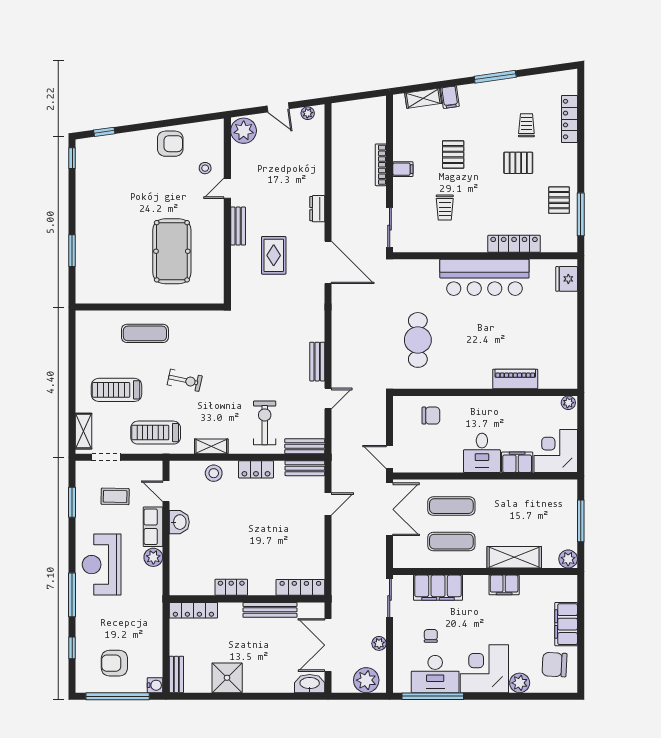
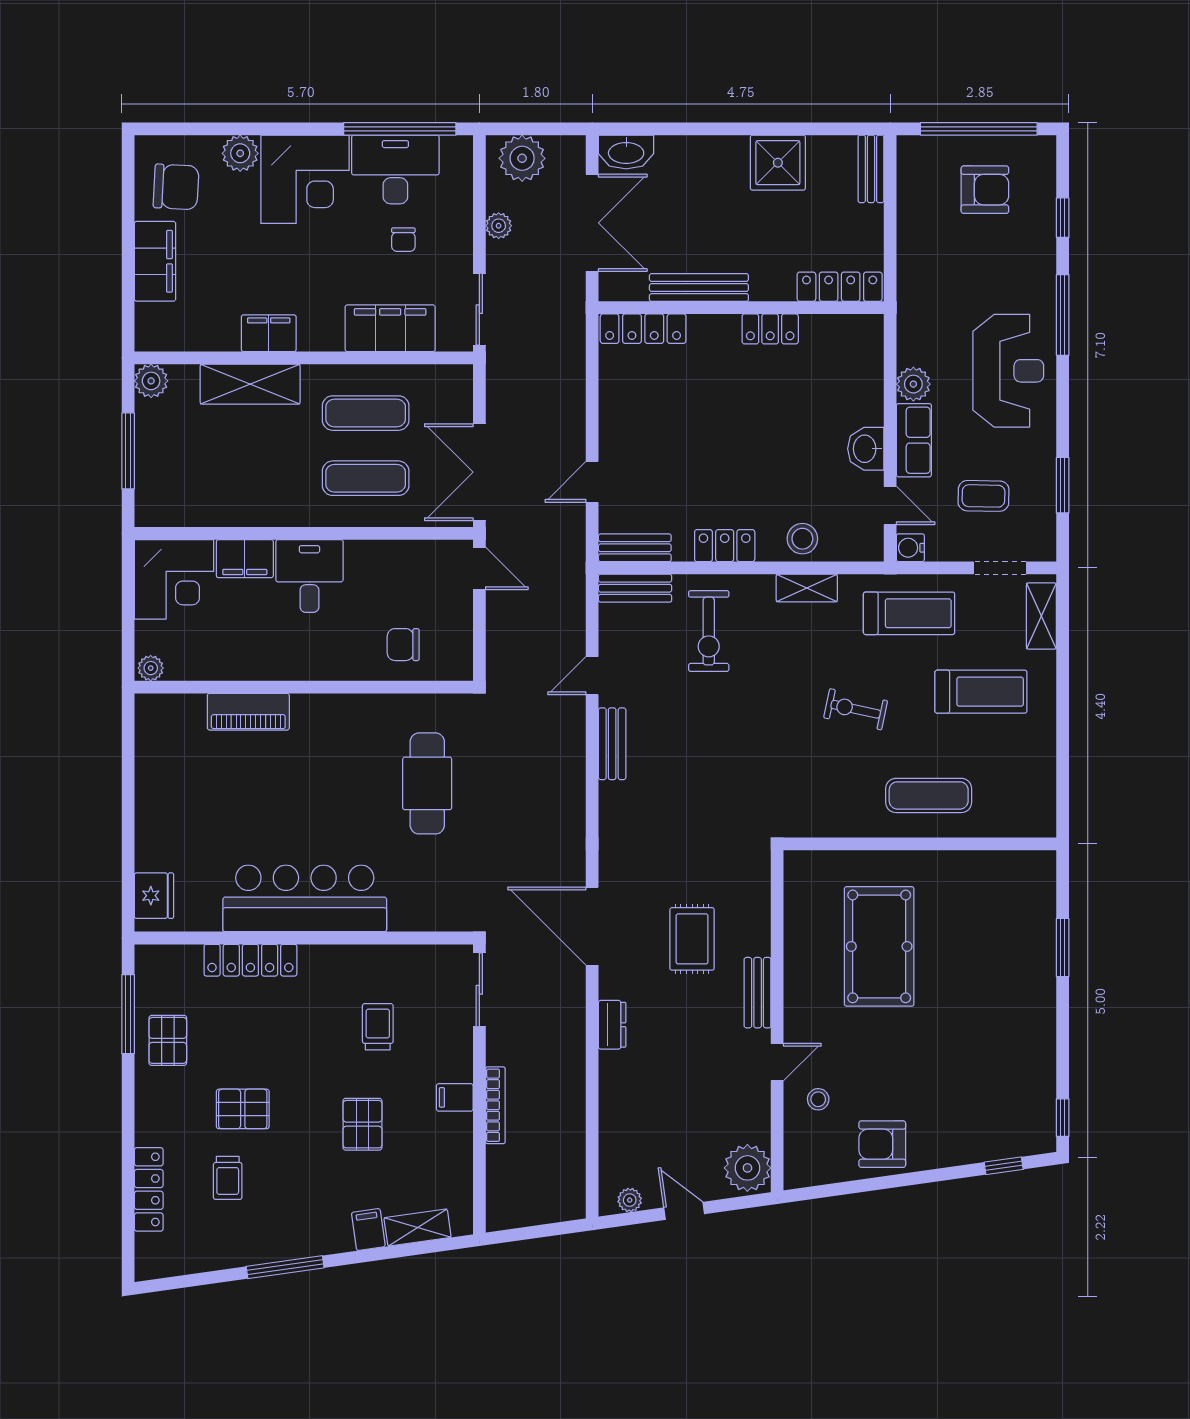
water cooler: (155, 685) -> (910, 548), moved

